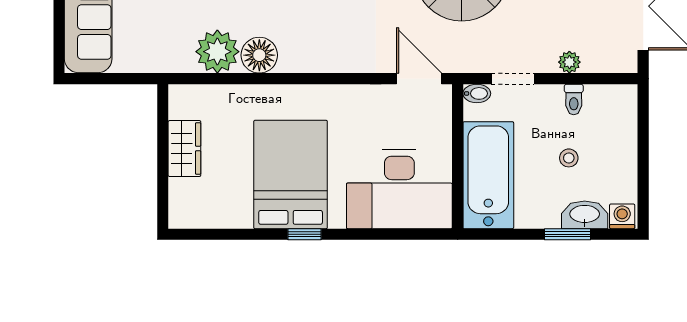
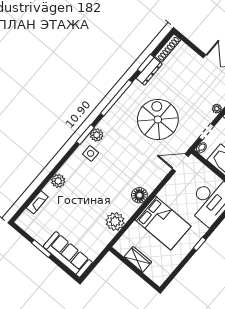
floor lamp: (259, 55) -> (139, 195), moved
bed: (291, 174) -> (163, 223), moved, turned 180

